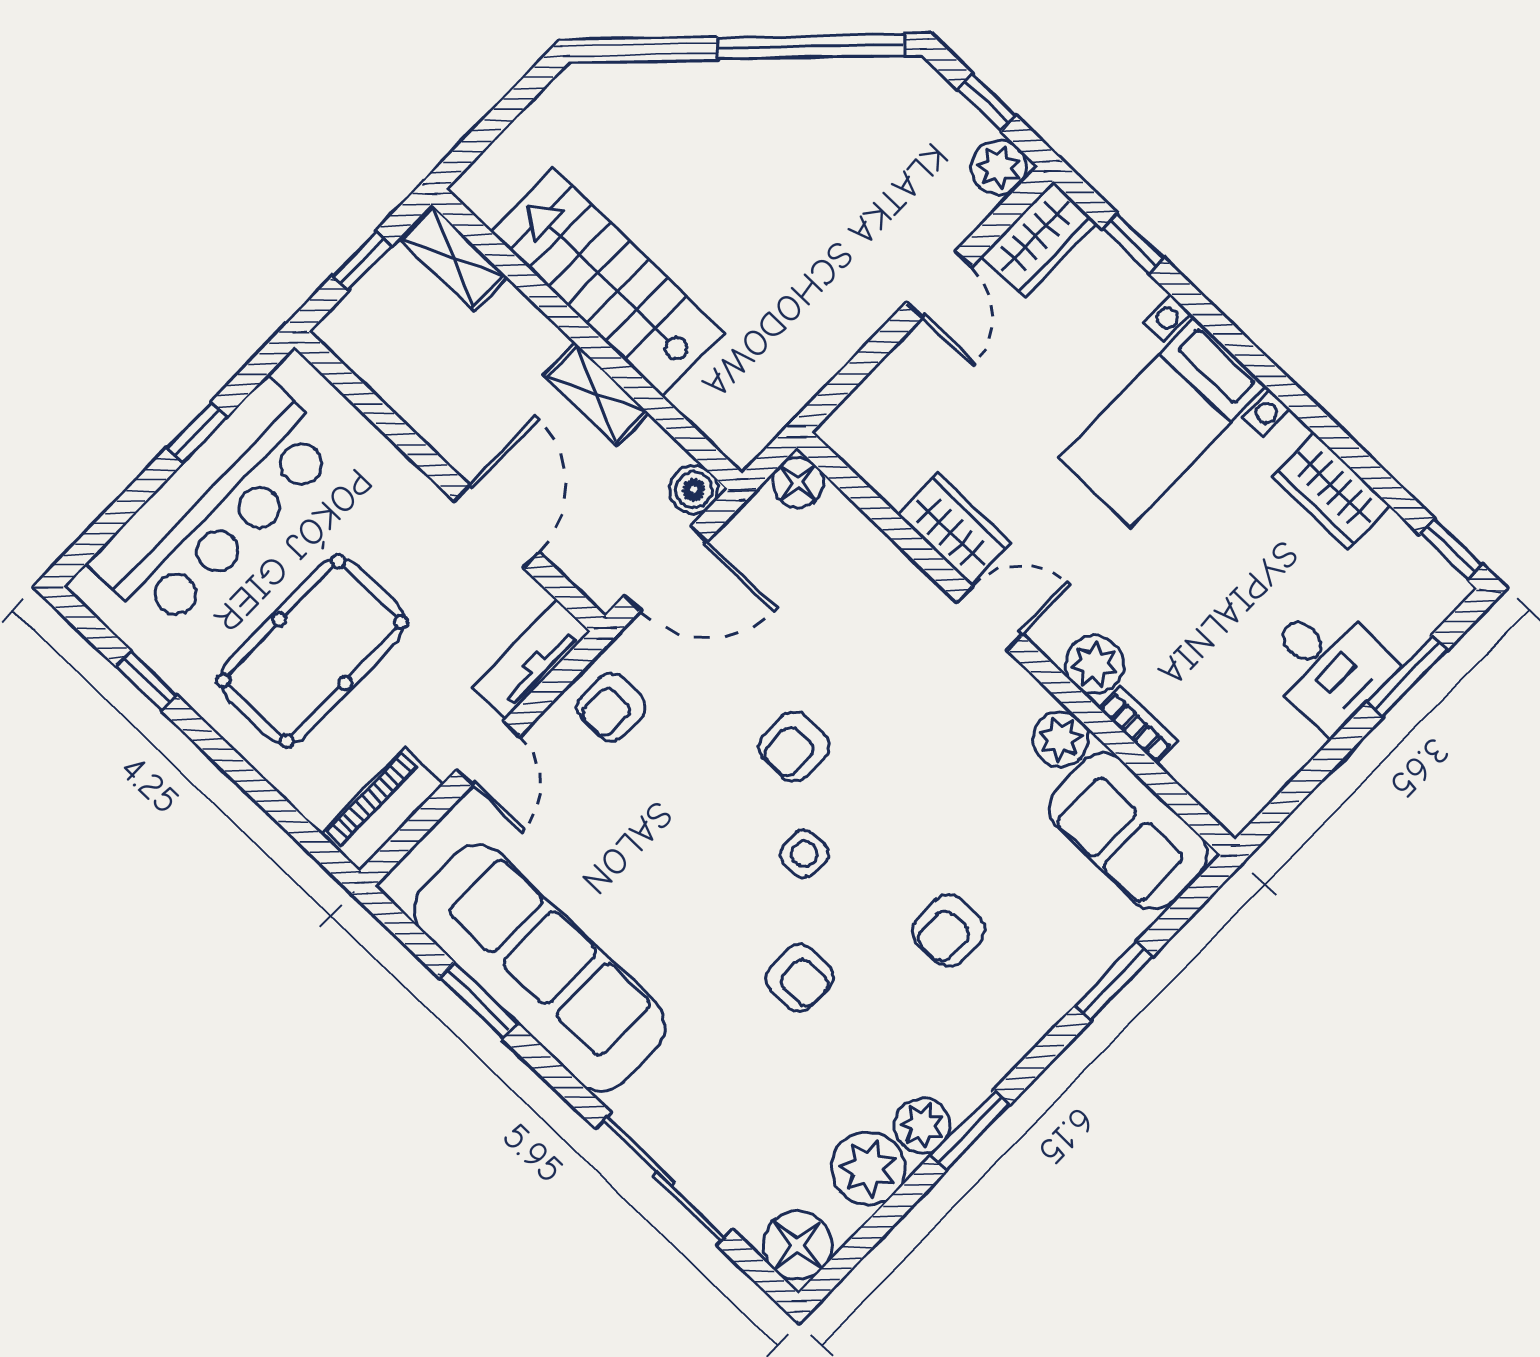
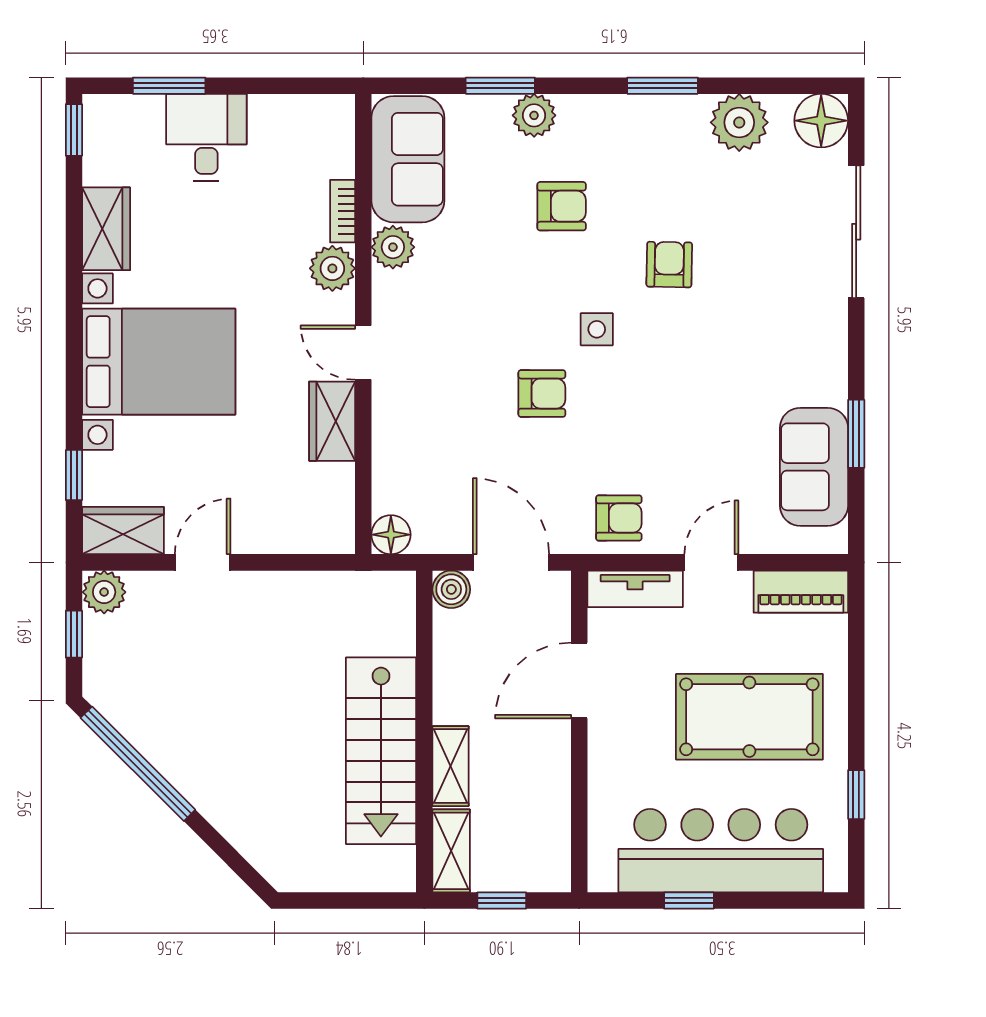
shelving: (596, 394) -> (451, 766), moved
bed with nightstands: (1162, 422) -> (159, 362), width x1.36
sofa: (540, 968) -> (814, 467), width x0.54, depth x0.79
plant: (922, 1125) -> (534, 115), moved

